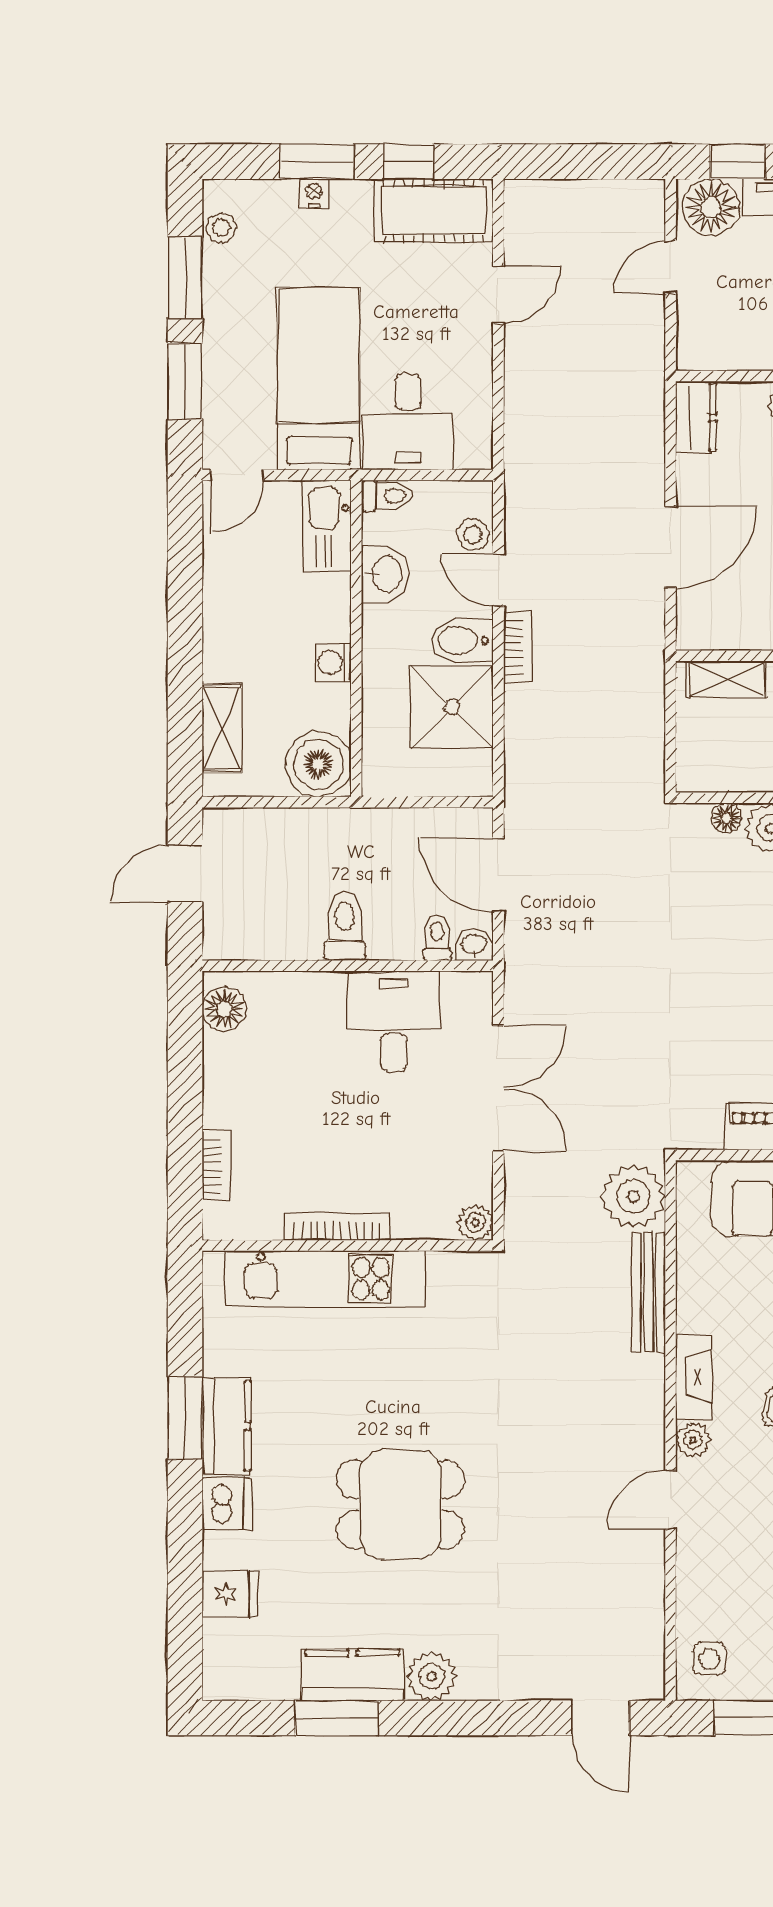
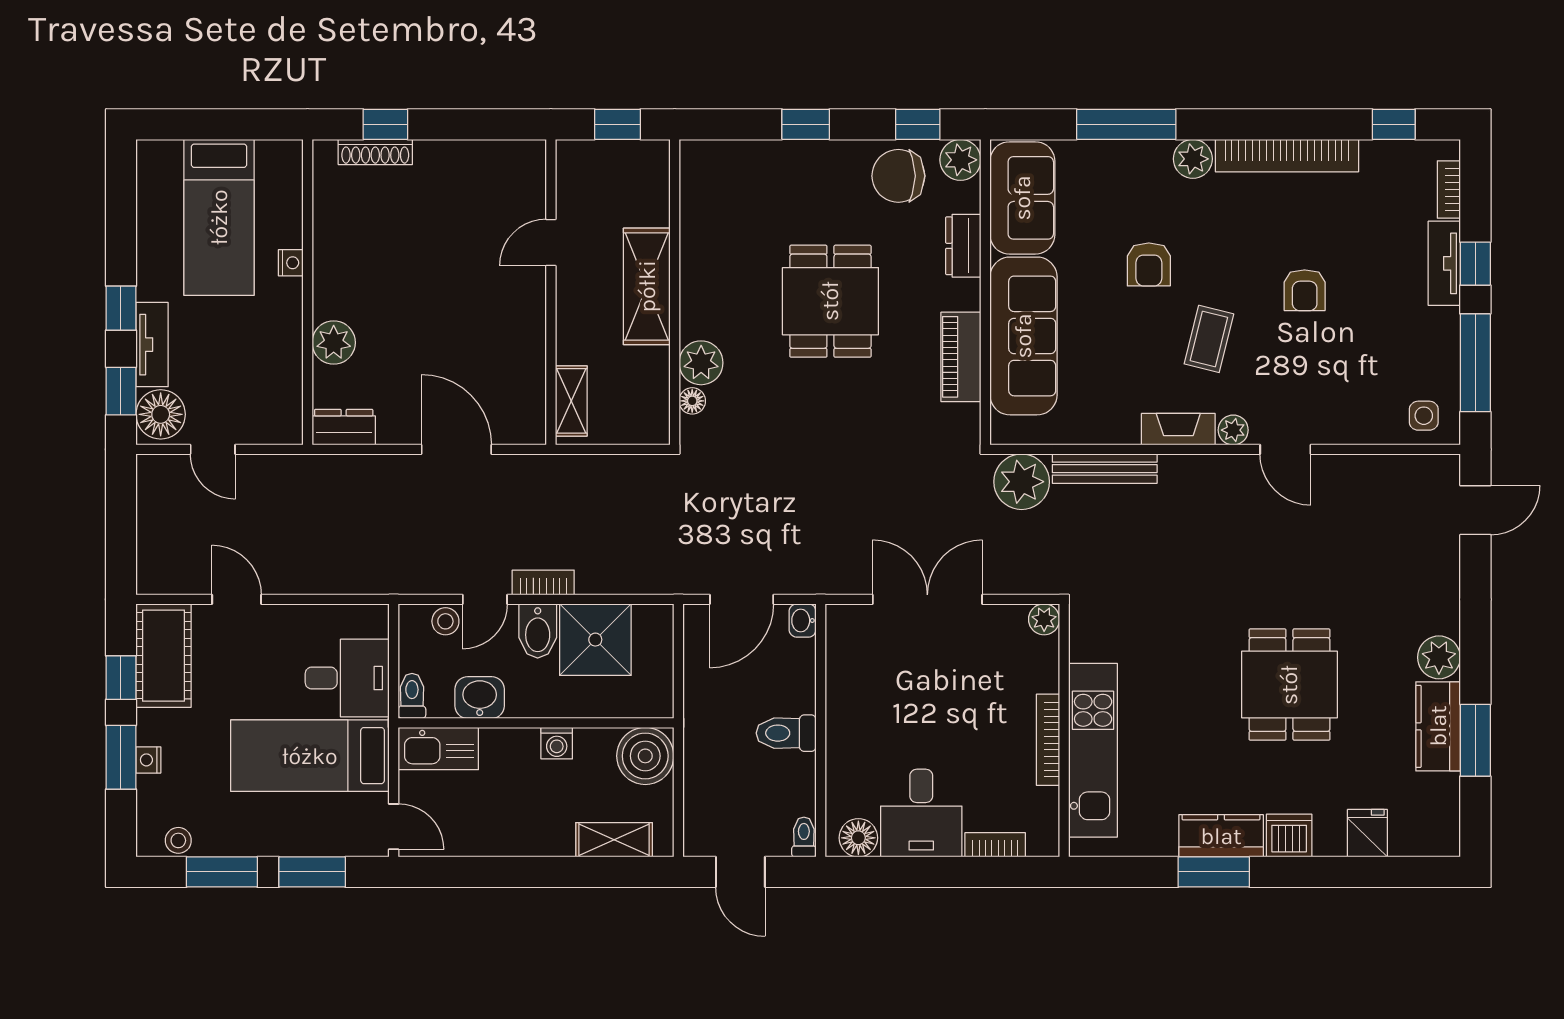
toilet: (437, 938) -> (804, 837), moved, turned 90
desk: (394, 1021) -> (921, 813), moved, turned -90

